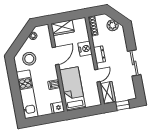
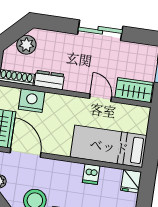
nightstand: (85, 49) -> (32, 101), moved
dresser: (99, 54) -> (49, 80), moved
door: (56, 56) -> (26, 153), moved

